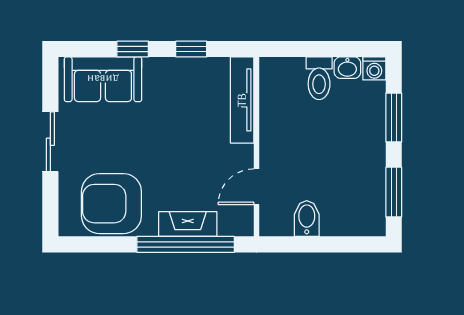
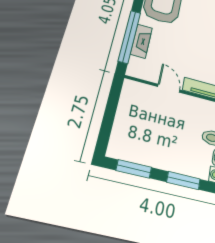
door: (256, 187) -> (169, 88), moved
bidet: (307, 219) -> (129, 109), removed

